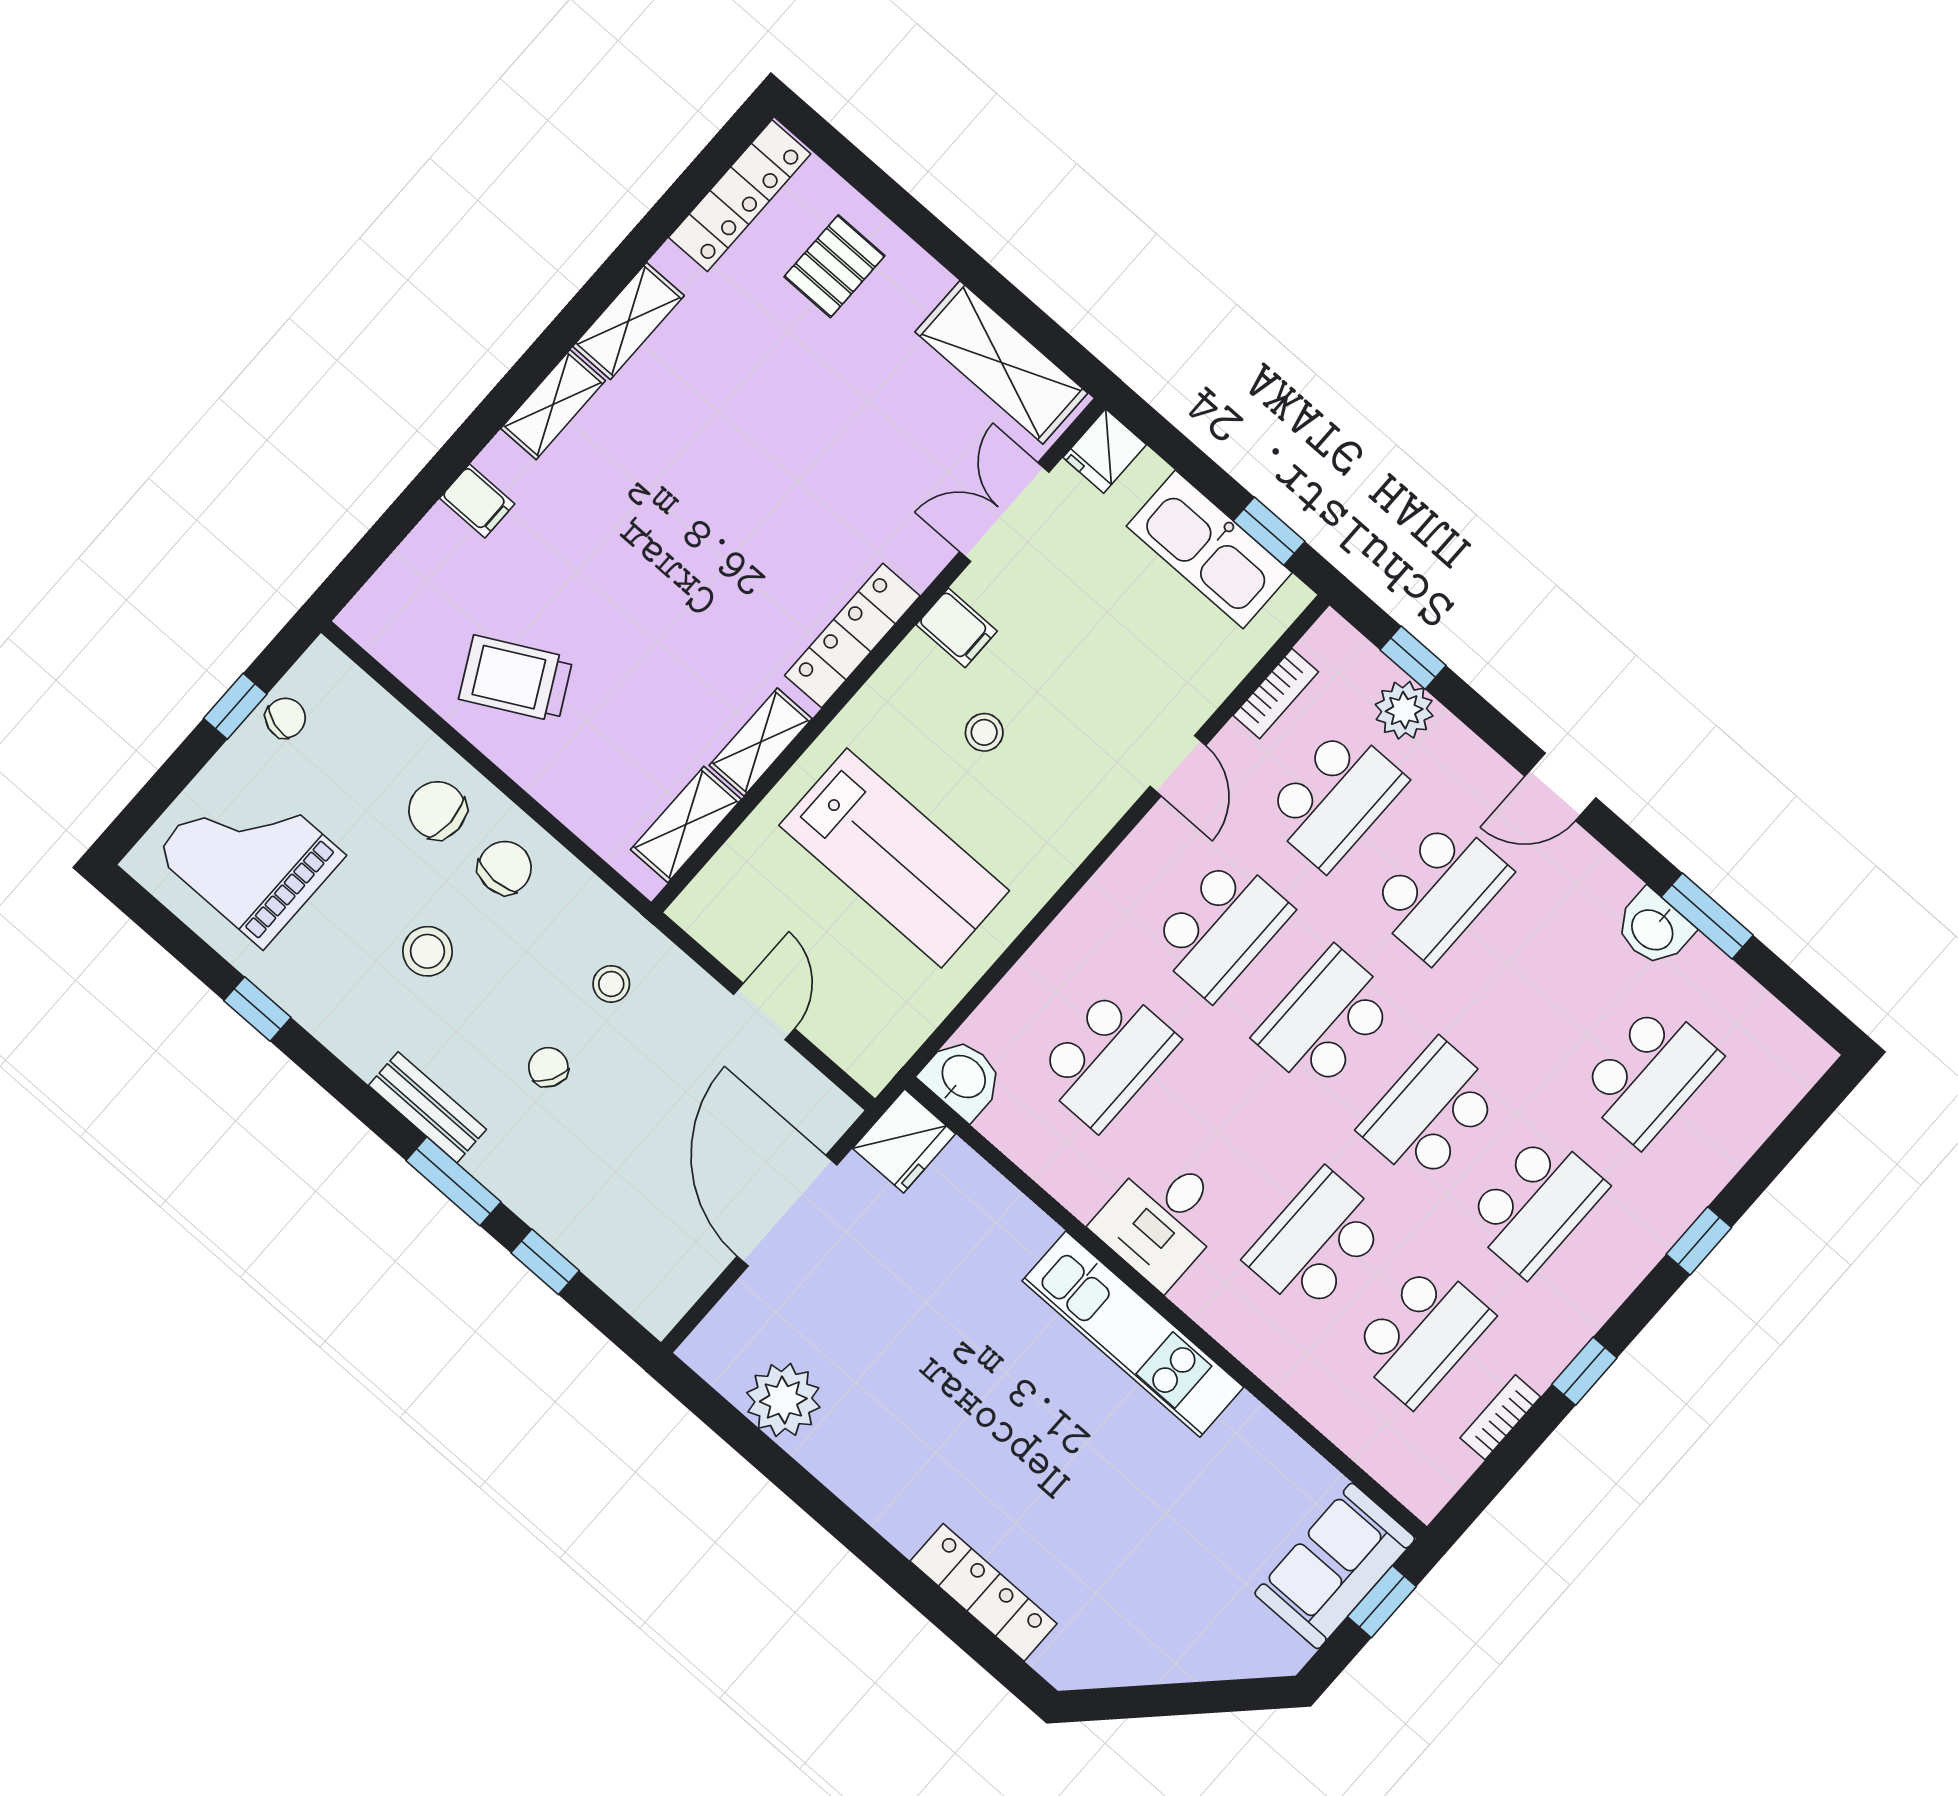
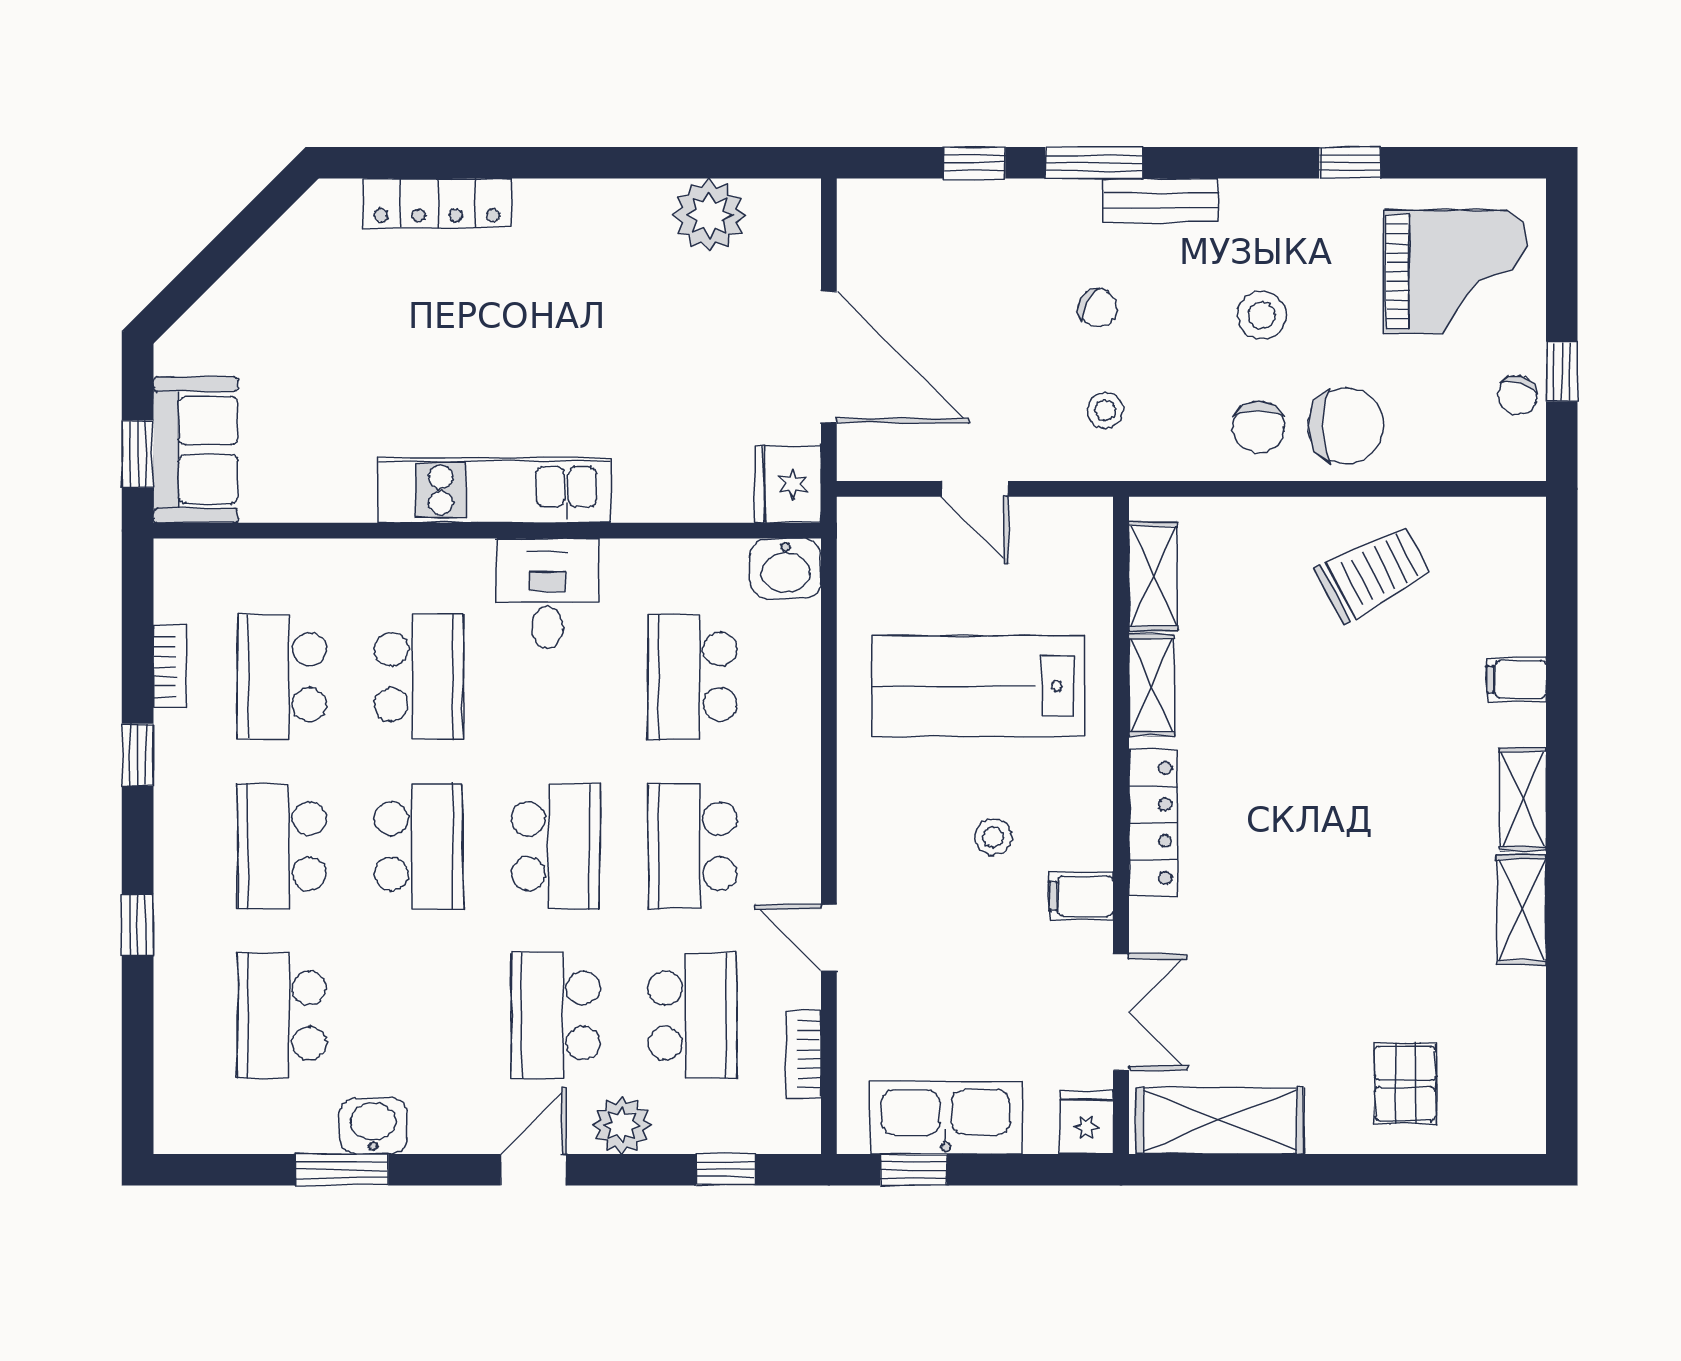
locker: (740, 196) -> (1521, 1074), removed
plant: (1404, 710) -> (622, 1125), moved
school desk: (1335, 798) -> (692, 1016), turned 180
chair: (437, 810) -> (1346, 426), width x1.37, depth x1.37

